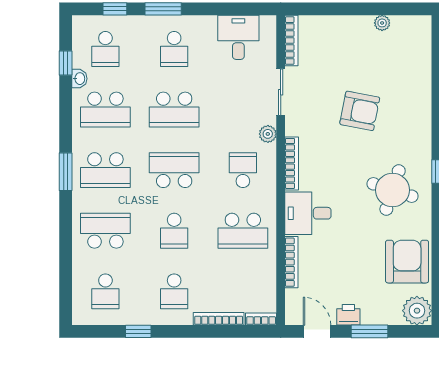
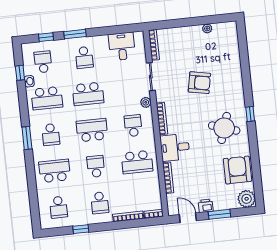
school desk: (105, 49) -> (43, 62), turned 180
school desk: (105, 170) -> (51, 135), width x0.54
school desk: (174, 231) -> (96, 166), turned 180

